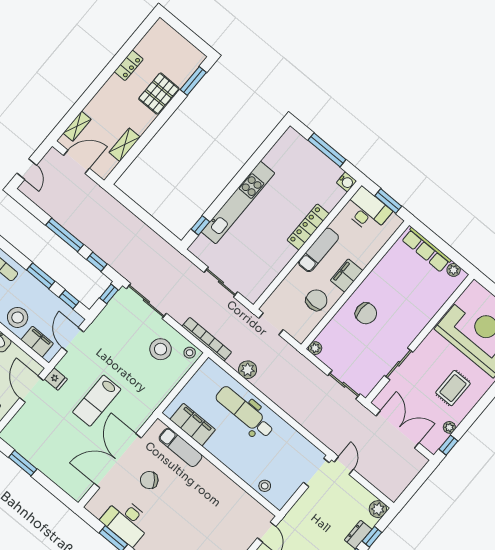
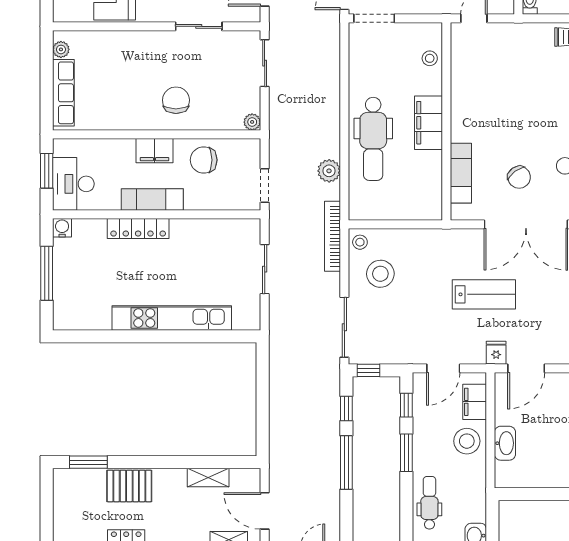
window: (200, 225) -> (225, 336), removed
filing cabinet: (193, 425) -> (429, 123), moved

